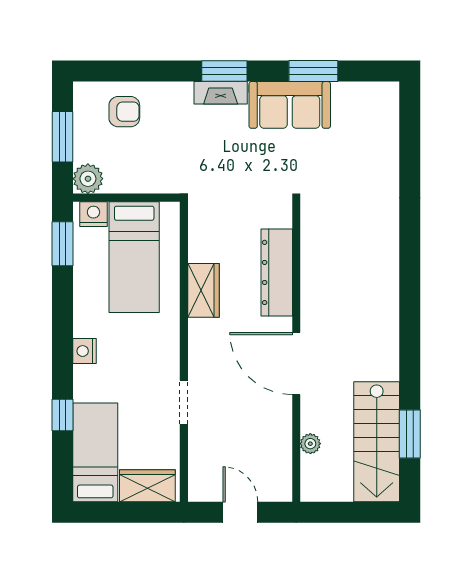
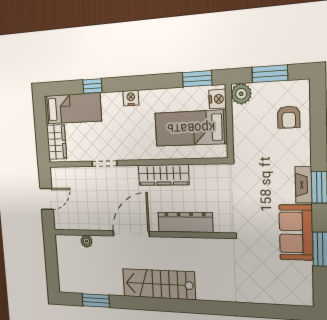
wardrobe: (204, 290) -> (164, 175), width x1.50
stairs: (377, 442) -> (159, 284), moved

